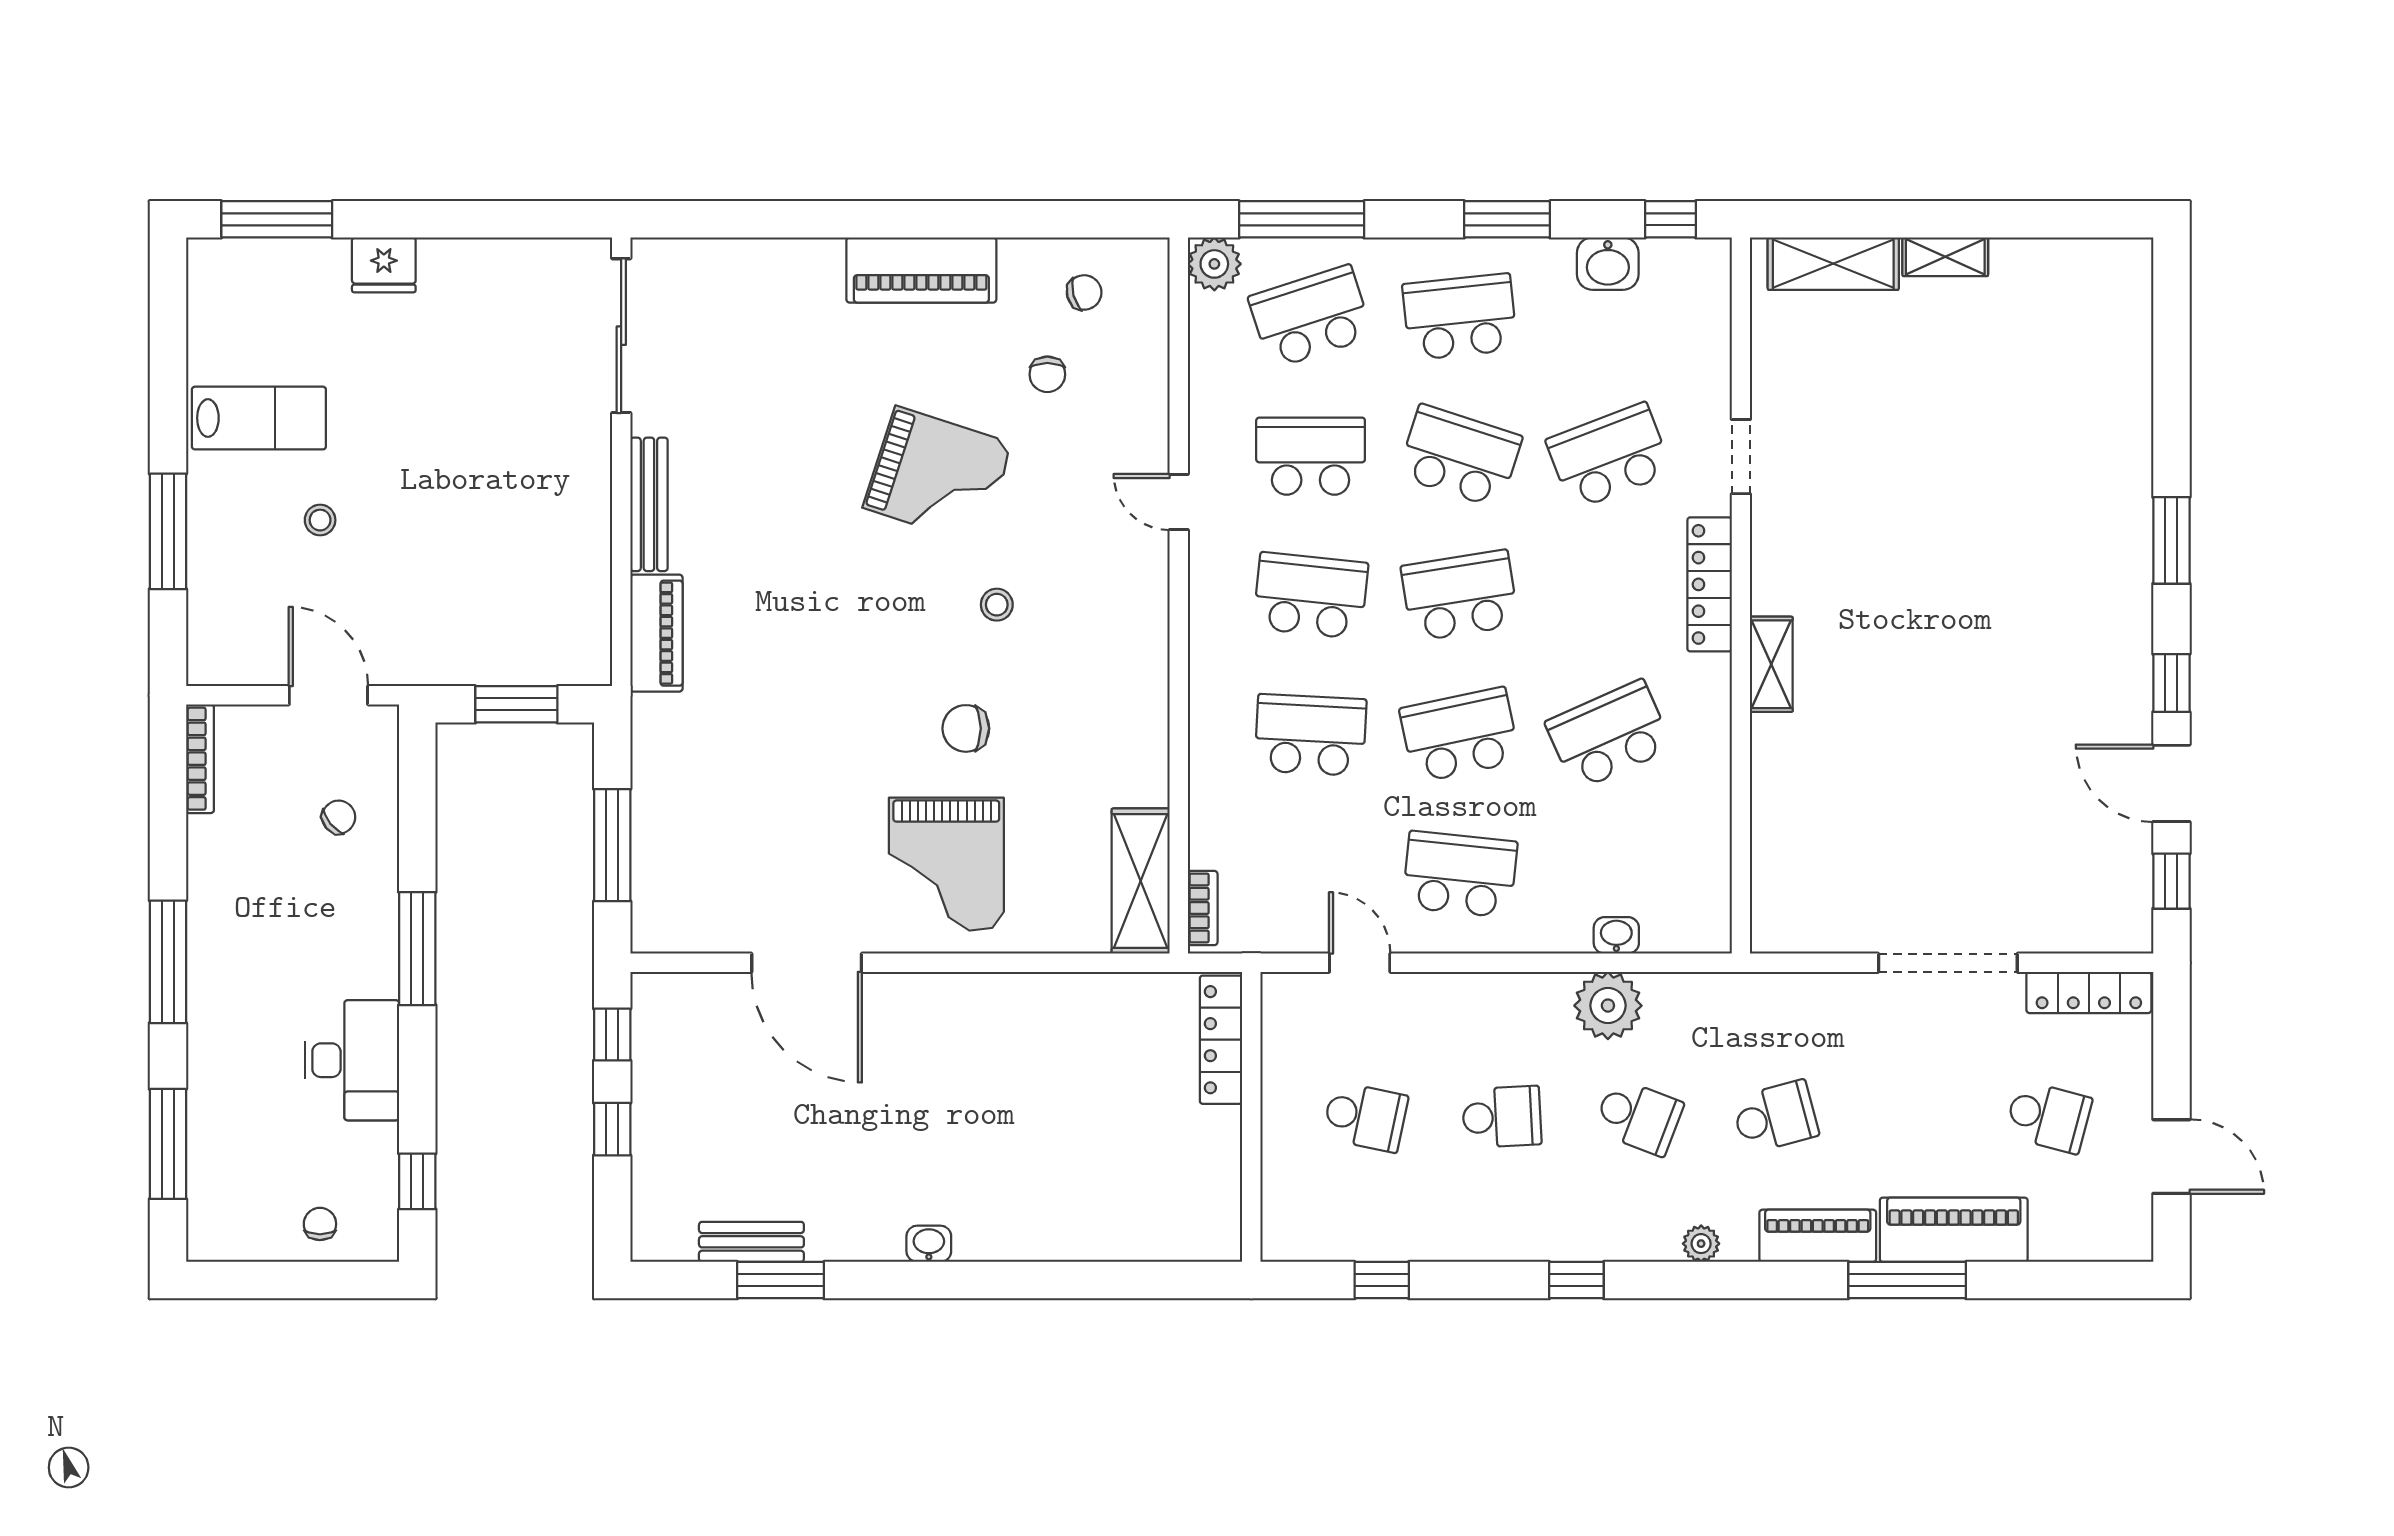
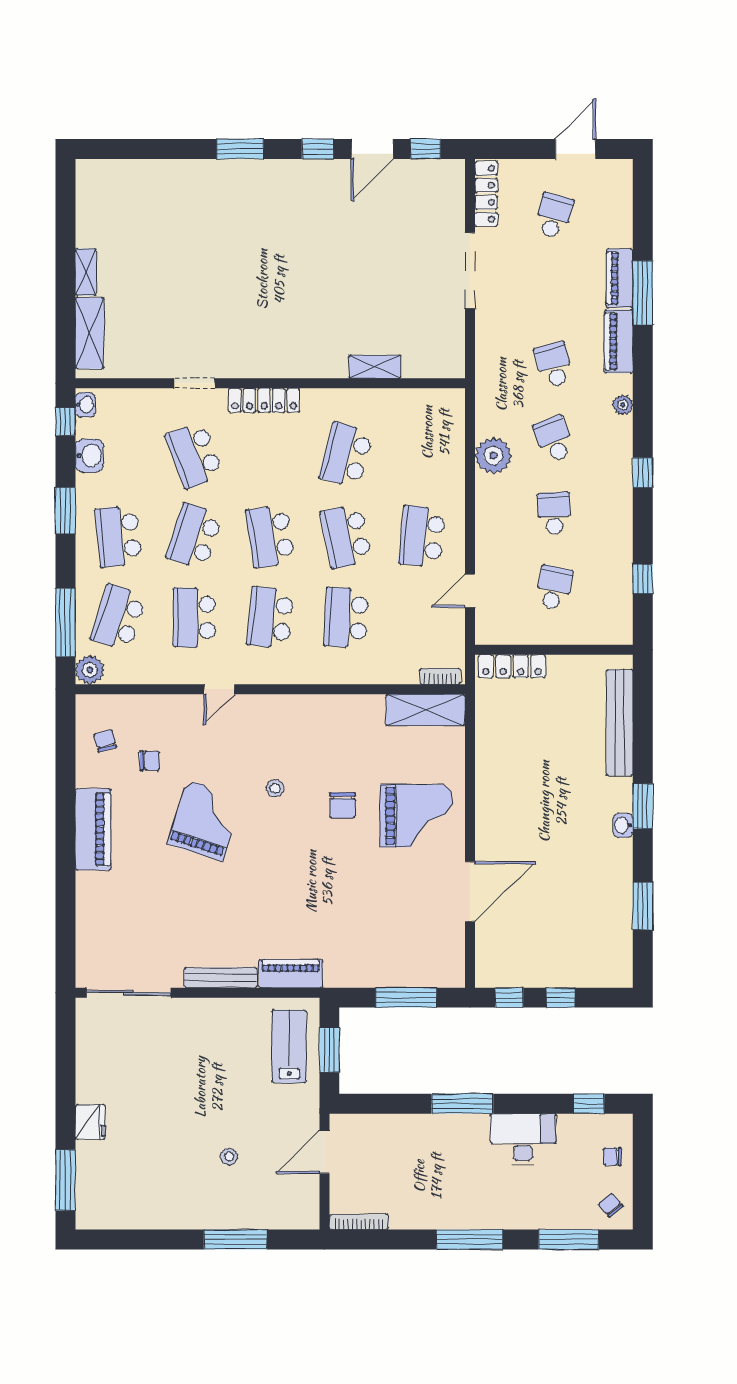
school desk: (1311, 317) -> (118, 618), turned 36
lab bench: (259, 418) -> (289, 1046), moved
shelving: (1771, 664) -> (375, 367), moved
school desk: (1609, 735) -> (346, 455), turned 39
chair: (339, 817) -> (611, 1205), moved
washbasin: (1616, 935) -> (85, 405), moved, turned 180
school desk: (1639, 1117) -> (554, 439), turned -42
piano: (1954, 1230) -> (620, 278), width x0.73, depth x0.75
bench: (751, 1242) -> (620, 722), moved, width x1.86, depth x1.21
window: (964, 1280) -> (643, 806), added

